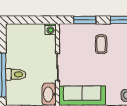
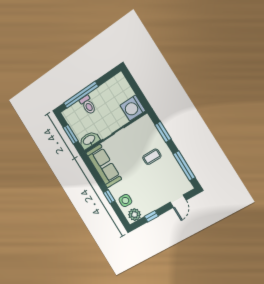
washing machine: (51, 29) -> (133, 108), width x1.89, depth x1.89

